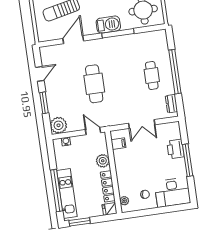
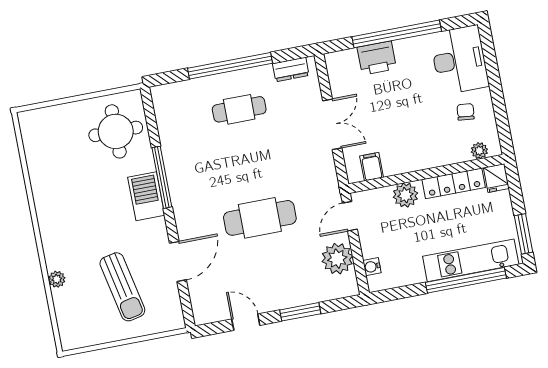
door: (73, 40) -> (178, 261), swing flipped
plant: (59, 125) -> (337, 259), moved
window: (188, 160) -> (397, 34), width x1.46

